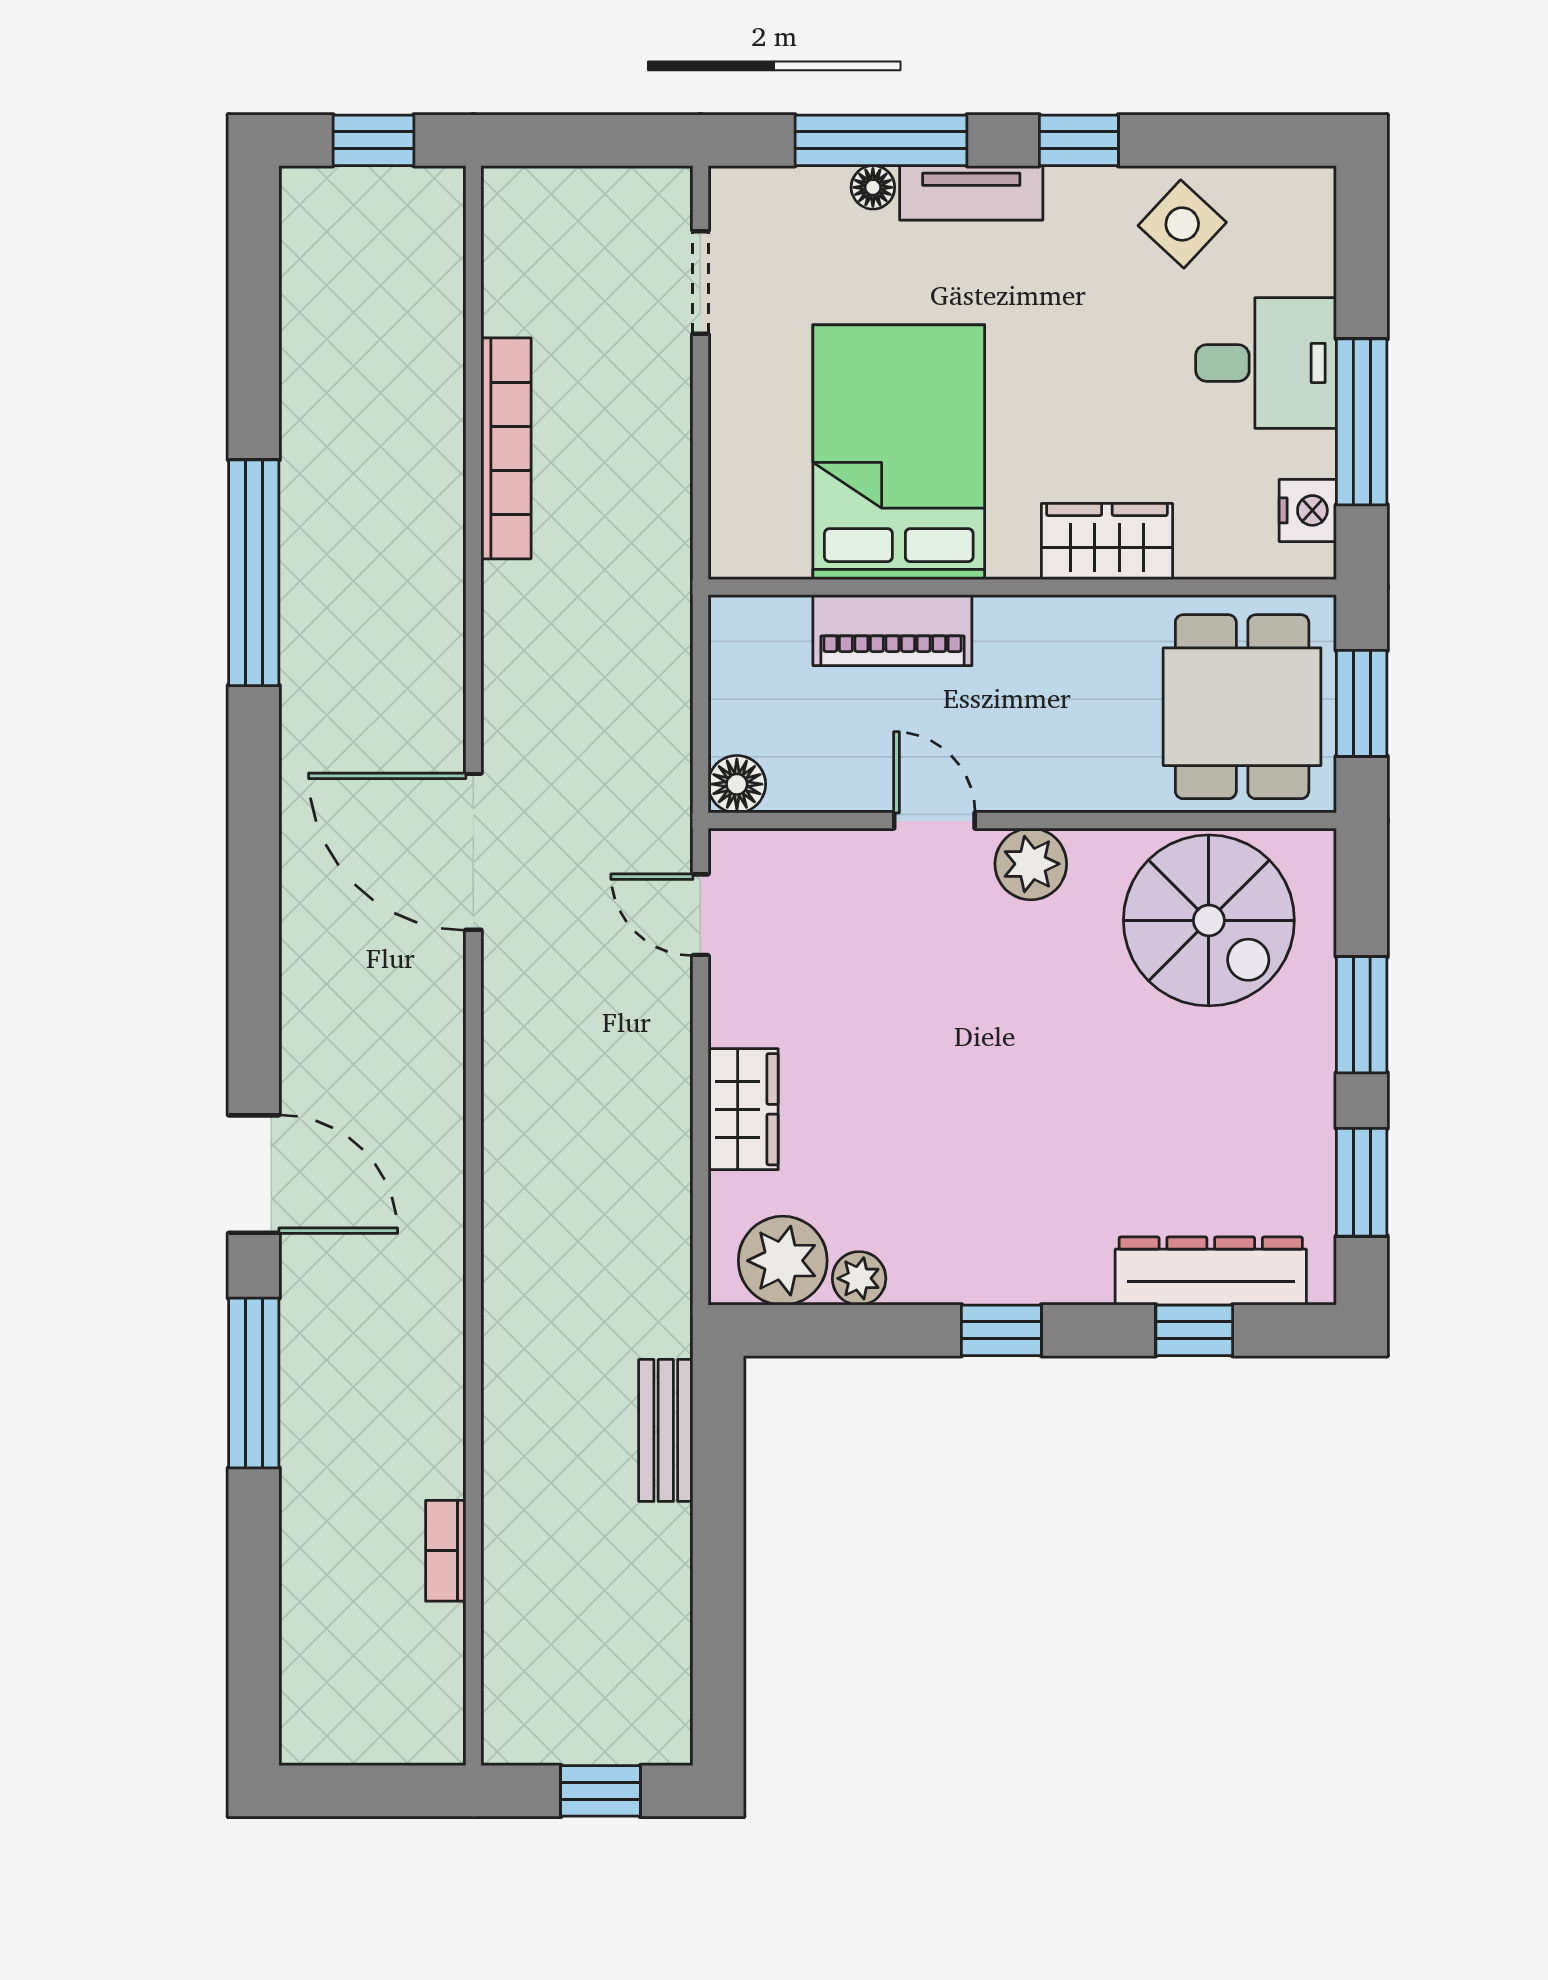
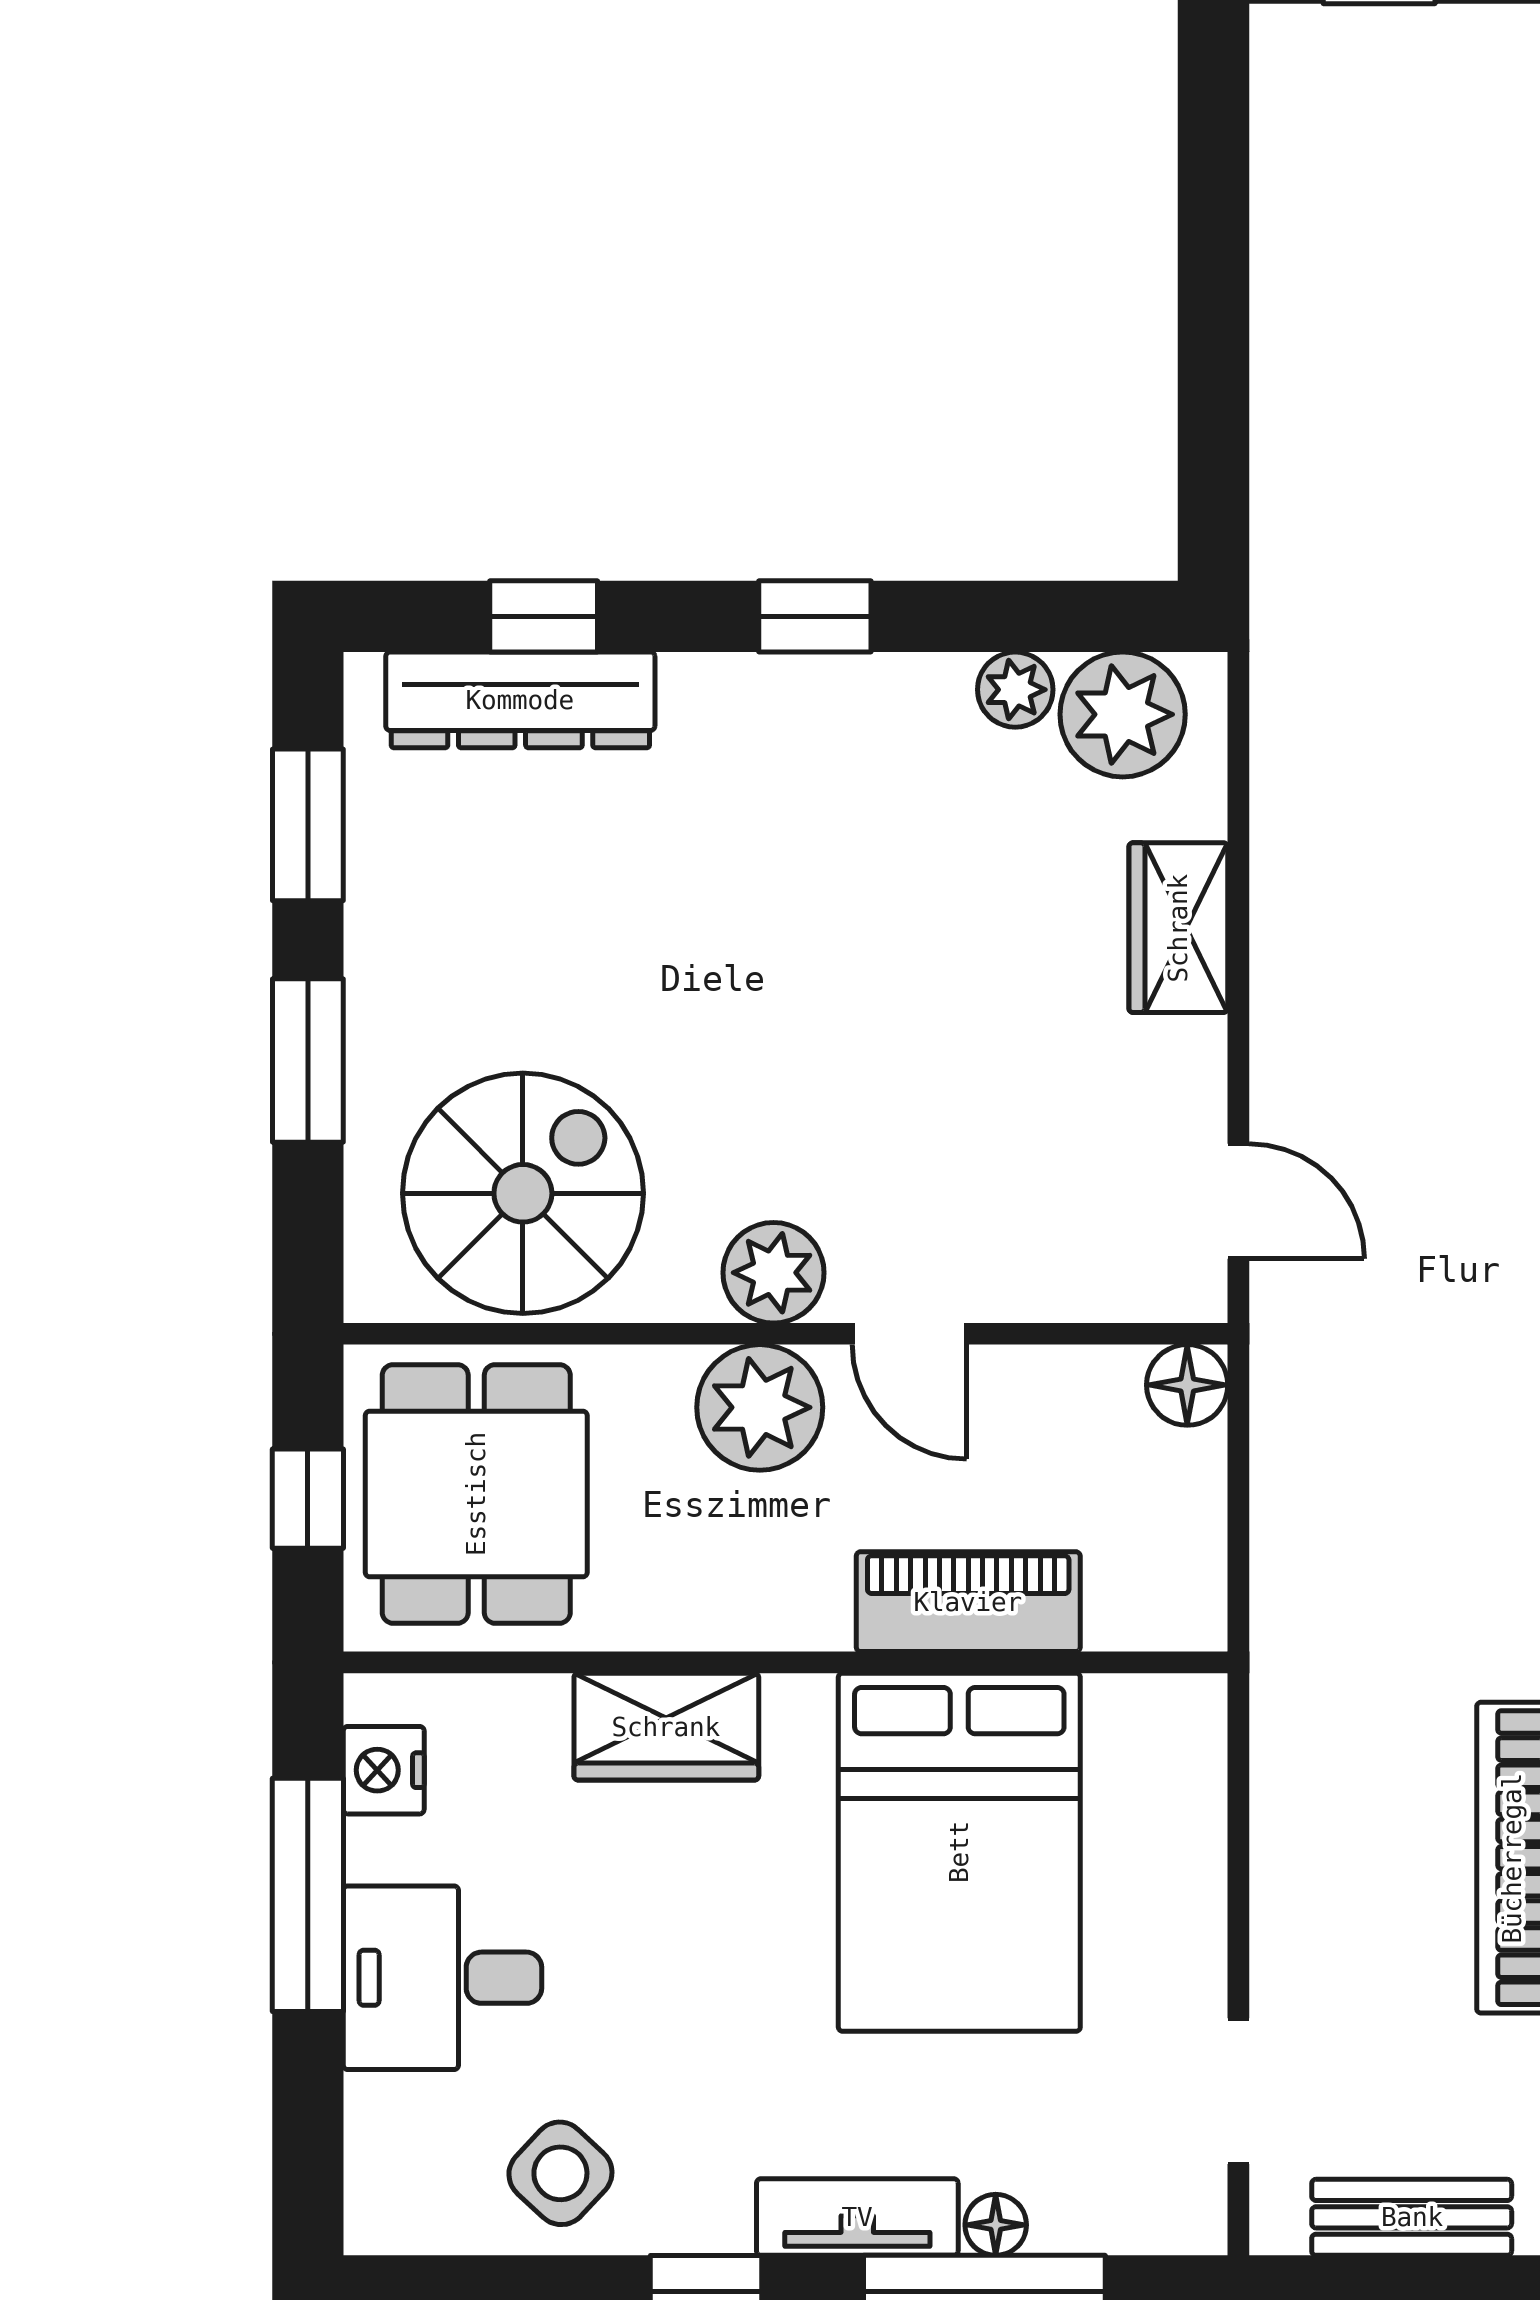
window: (1362, 703) -> (308, 1499), width x0.67
plant: (1041, 768) -> (760, 1407), added
spiral stairs: (1209, 920) -> (523, 1193), turned 90
bench: (666, 1430) -> (1412, 2217), moved, turned 90

